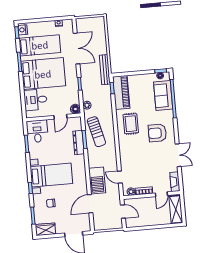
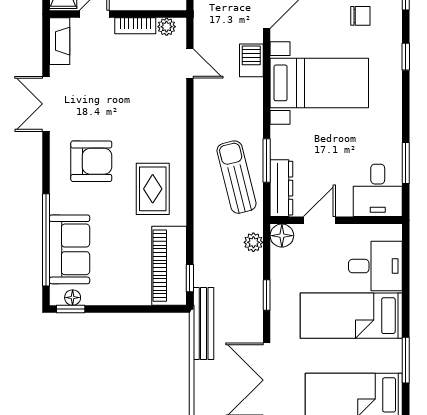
bed: (43, 74) -> (351, 316), width x0.67
dresser: (79, 143) -> (281, 188), moved
bed with nightstands: (51, 175) -> (319, 83), moved, turned 180
barbecue: (97, 180) -> (251, 60), width x0.53, depth x0.65

